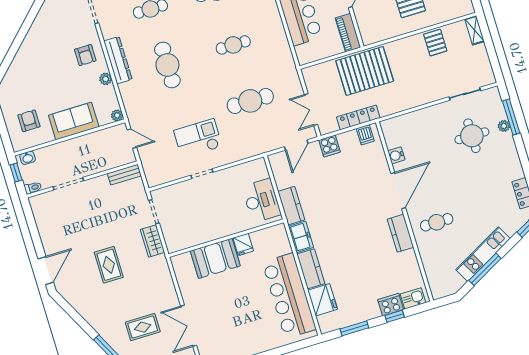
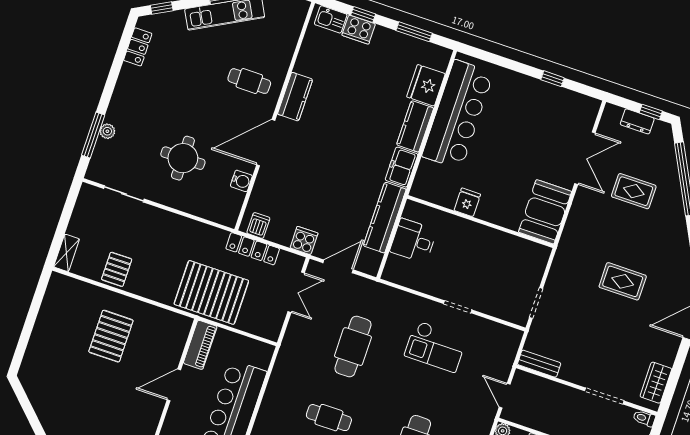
cafe table: (250, 101) -> (353, 347), turned 90
round table: (472, 136) -> (183, 158), moved
desk: (262, 201) -> (413, 241), width x0.73
kitchen counter: (291, 206) -> (385, 218), width x1.50
wardrobe: (152, 241) -> (656, 383), moved, turned 180
booth: (215, 258) -> (545, 212), moved, turned 90
rug: (109, 265) -> (623, 281), turned 90

